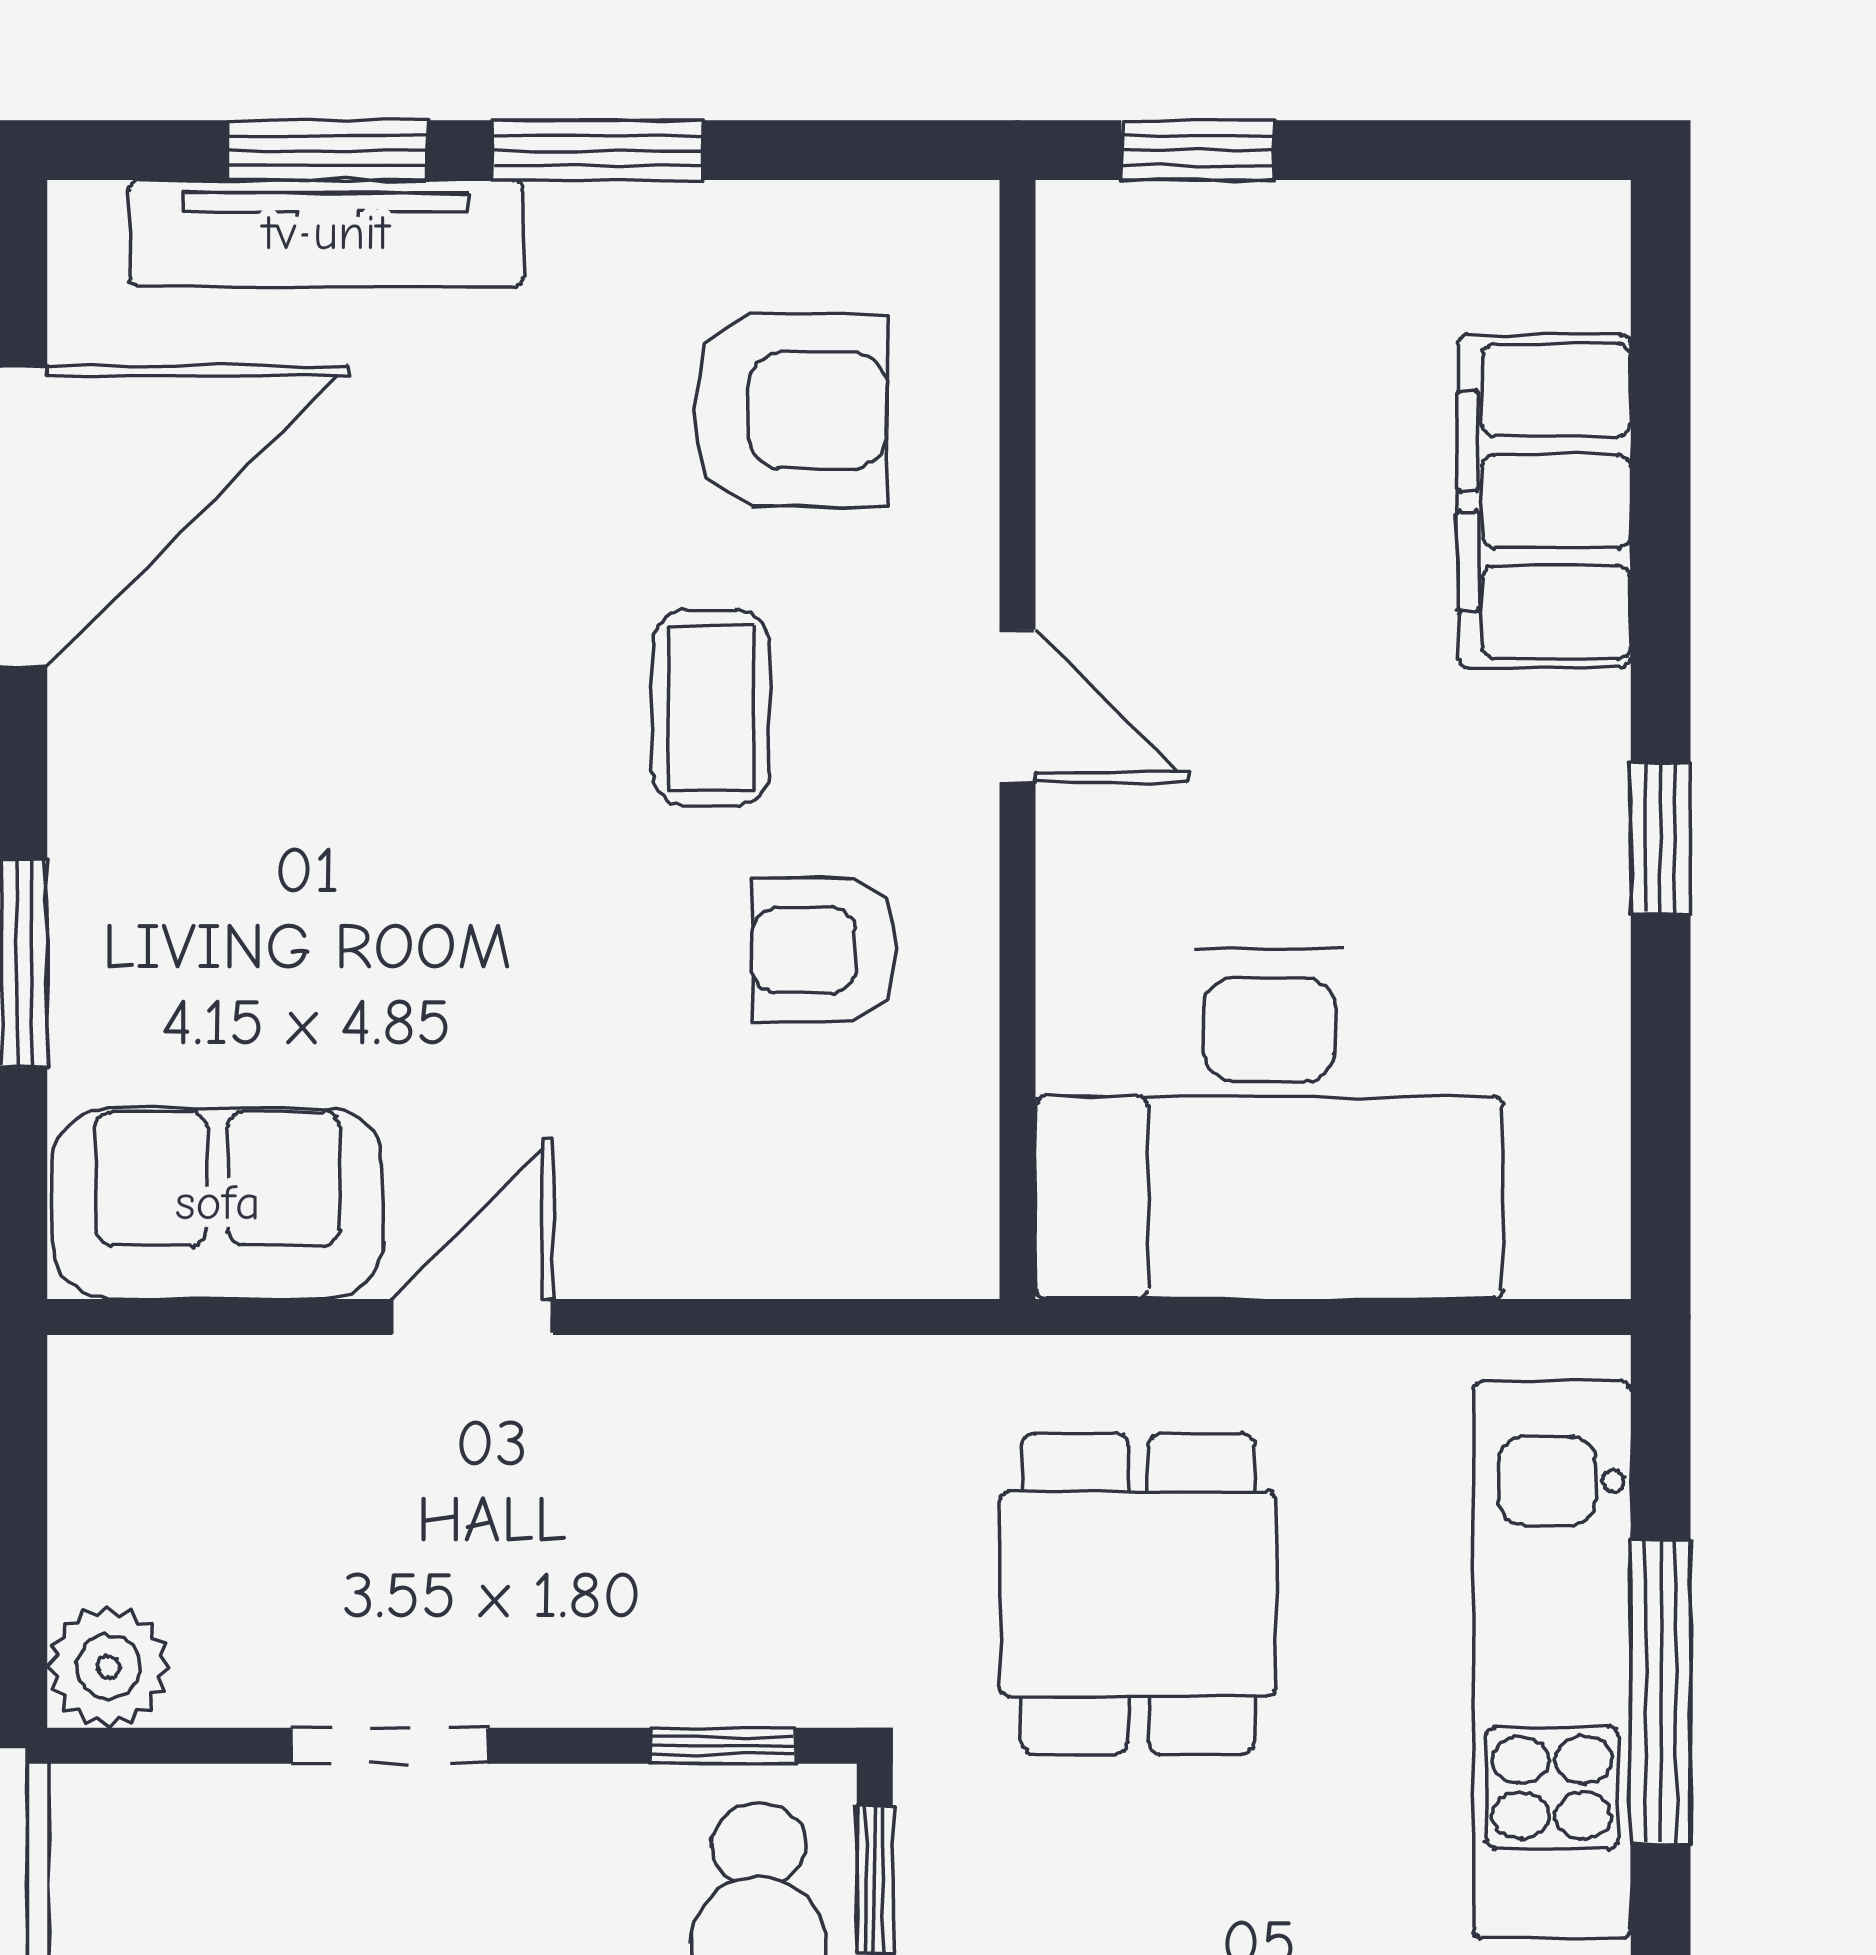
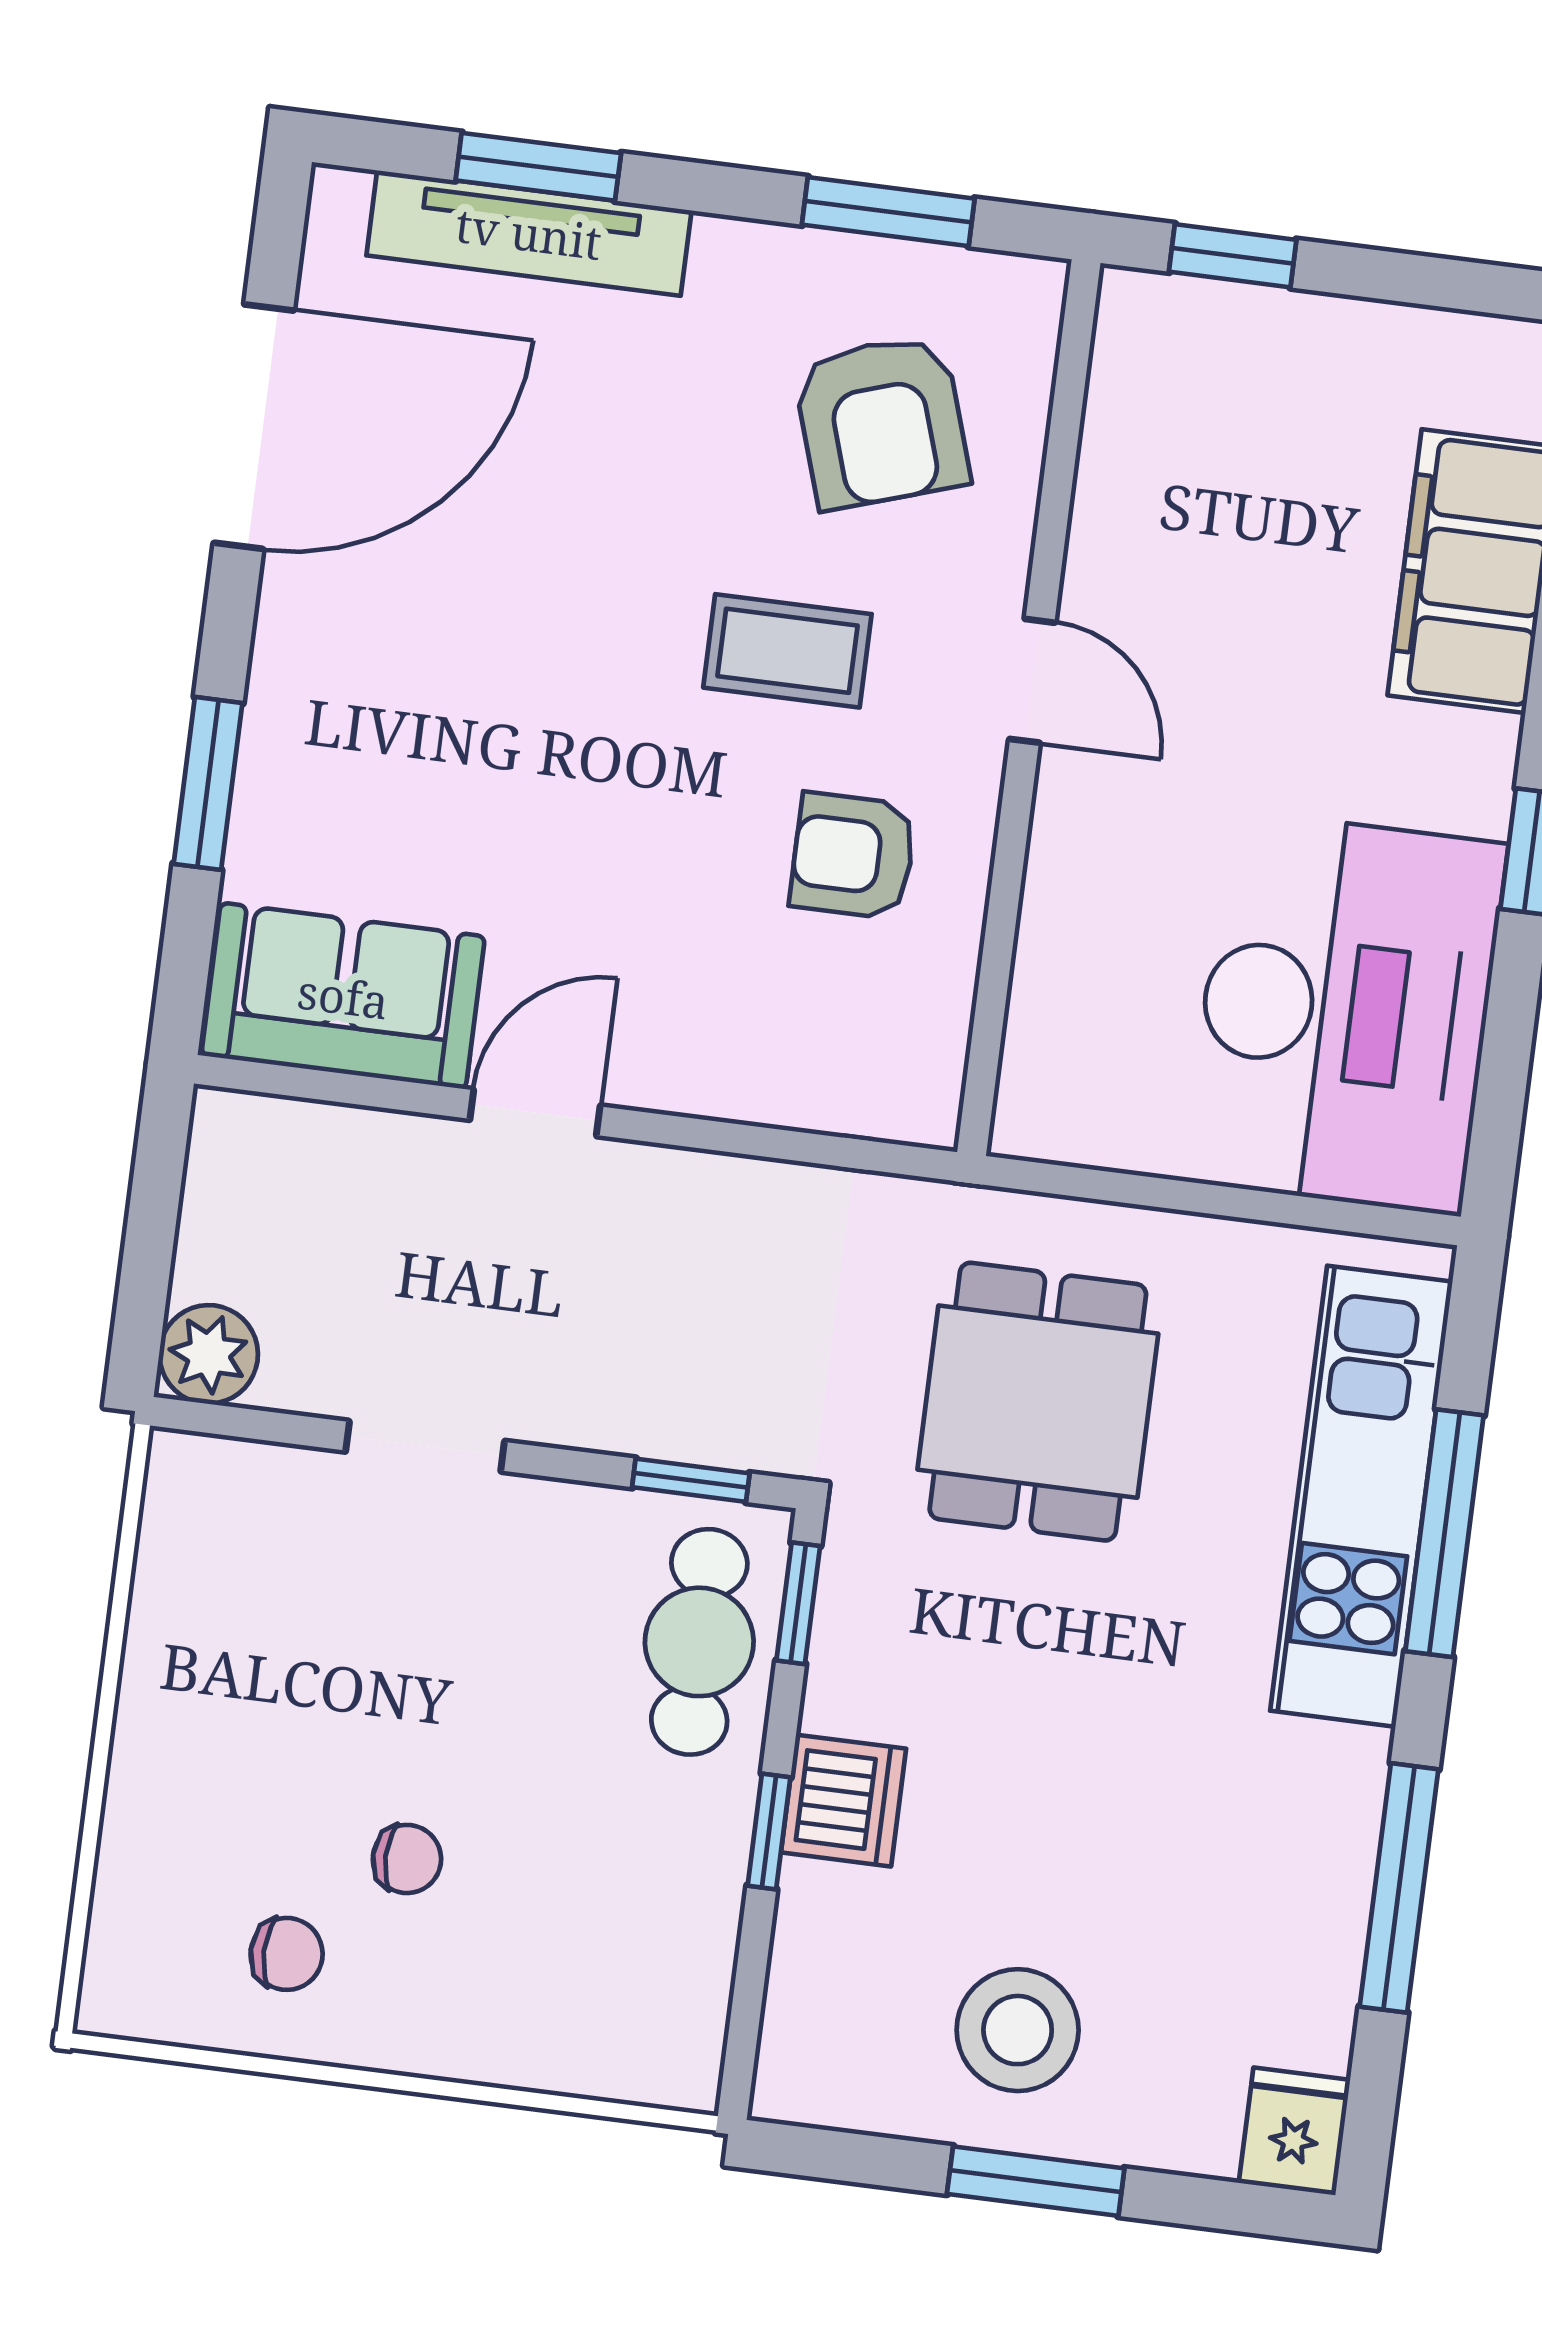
window: (597, 150) -> (888, 212), moved
armchair: (790, 410) -> (881, 422), turned 72
coffee table: (711, 708) -> (787, 651), turned 90
desk: (1269, 1124) -> (1345, 1012), moved, turned -90

